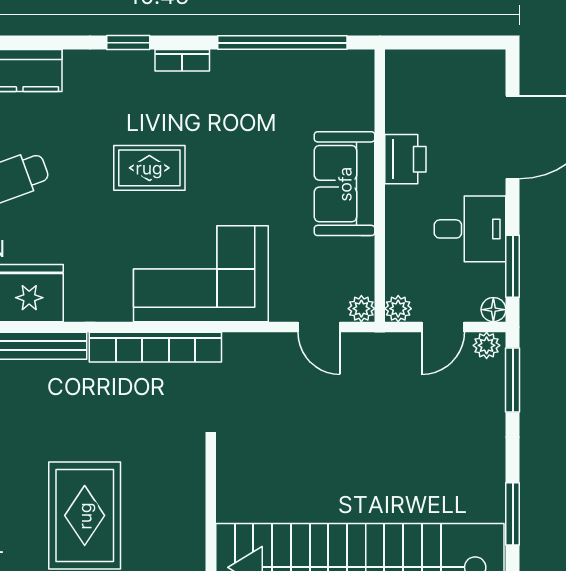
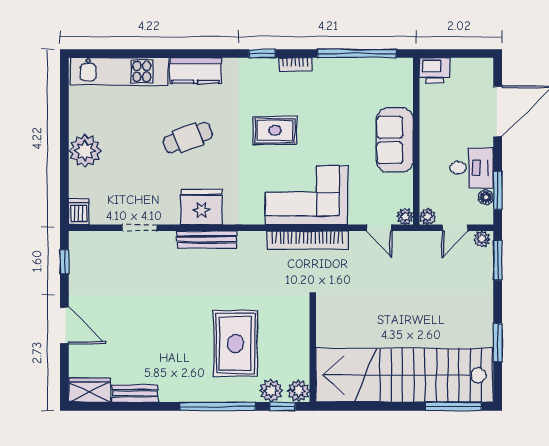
printer: (405, 159) -> (435, 70), moved, turned 90
floor lamp: (493, 310) -> (486, 197), moved
bookcase: (155, 347) -> (307, 240), moved

